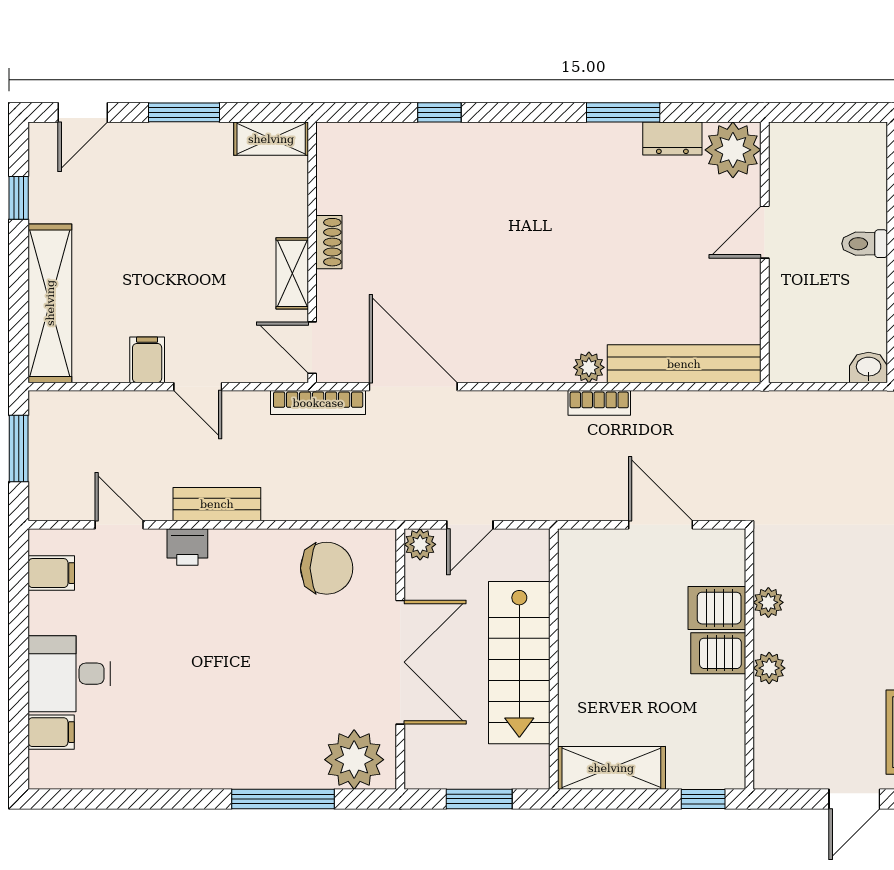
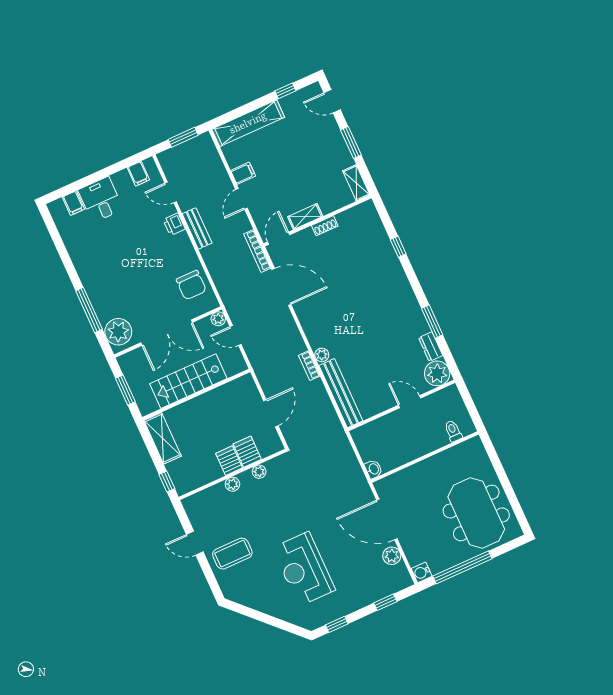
toilet: (865, 244) -> (453, 431), moved
door: (413, 387) -> (281, 287), hinge flipped
door: (119, 525) -> (171, 192), swing flipped

